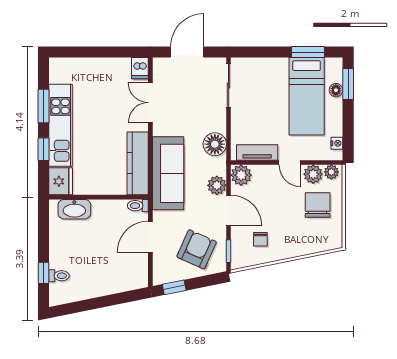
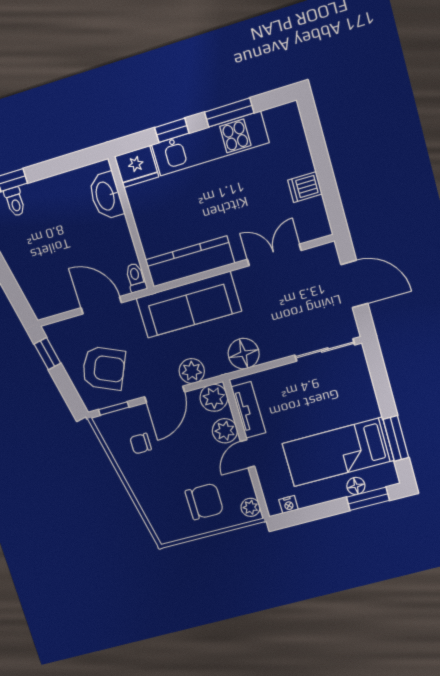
dishwasher: (140, 68) -> (305, 187), moved
plant: (313, 174) -> (225, 431), moved

